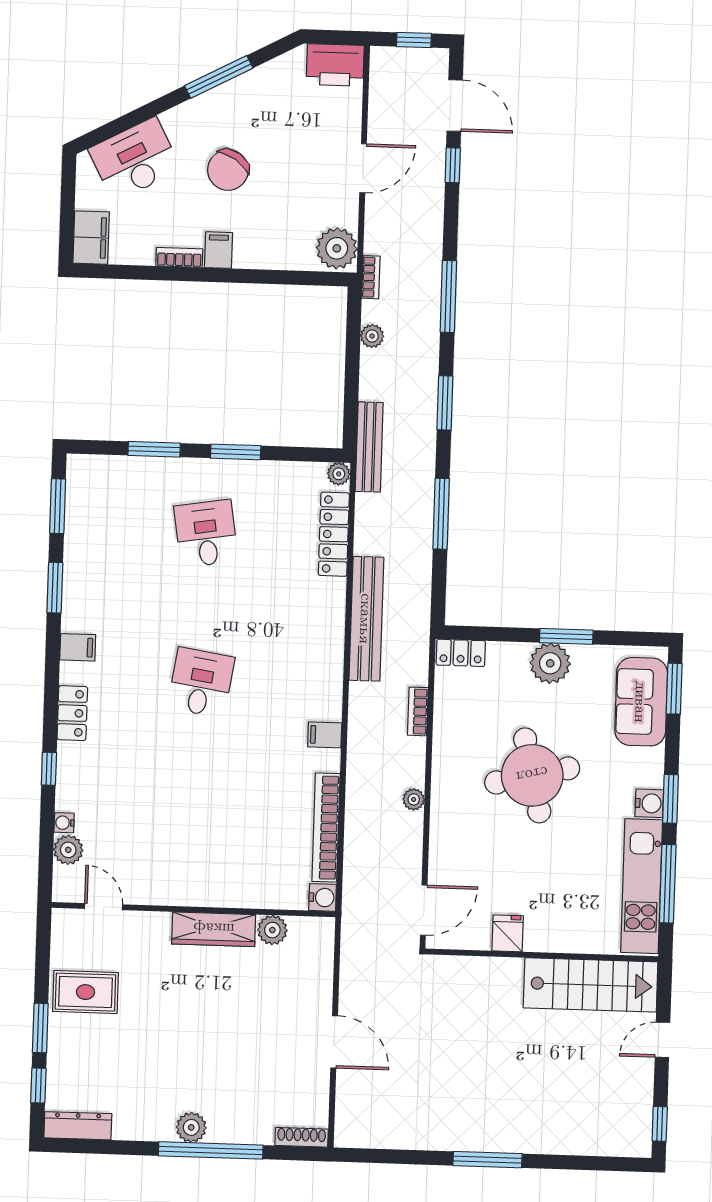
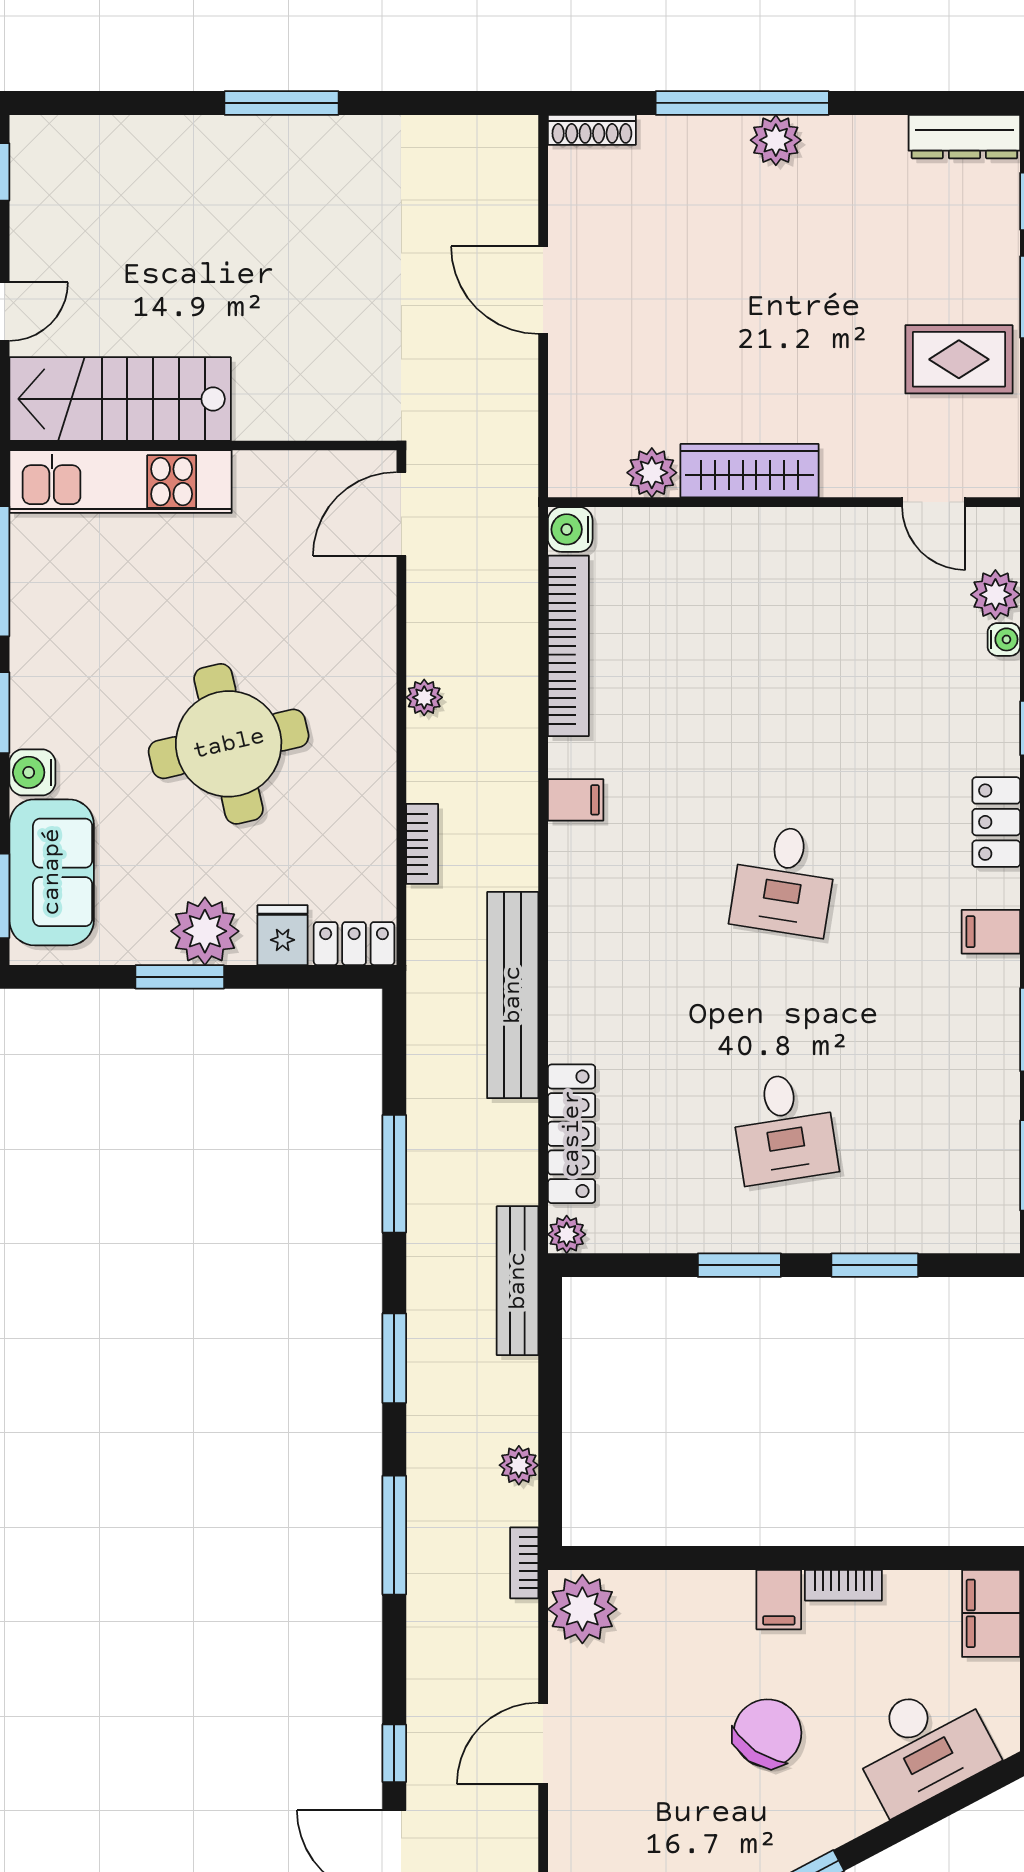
water cooler: (649, 803) -> (32, 772), moved
kitchen unit: (642, 886) -> (121, 482), moved, turned 90
fridge: (508, 933) -> (283, 935), moved, turned 180

